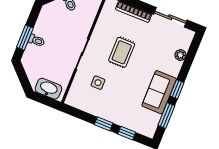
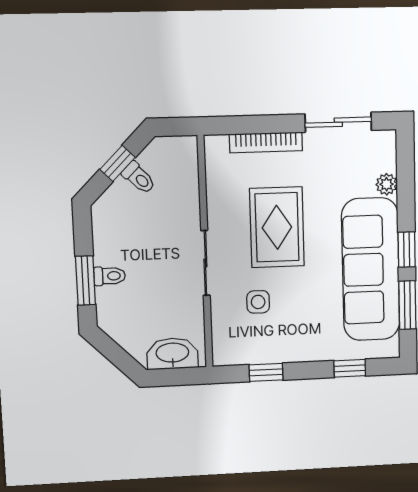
rug: (122, 52) -> (277, 227), width x1.36, depth x1.43
sofa: (159, 92) -> (371, 269), width x1.85, depth x1.27
window: (104, 124) -> (266, 372), moved

